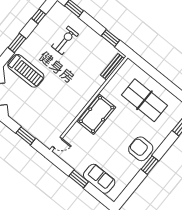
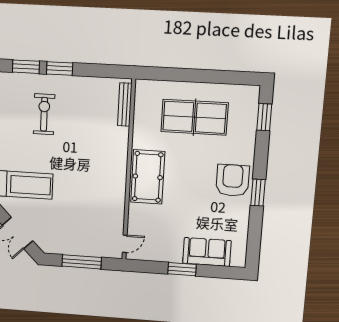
window: (111, 38) -> (60, 68), moved
window: (26, 136) -> (82, 262), width x1.44
armchair: (141, 149) -> (233, 180), turned 90

